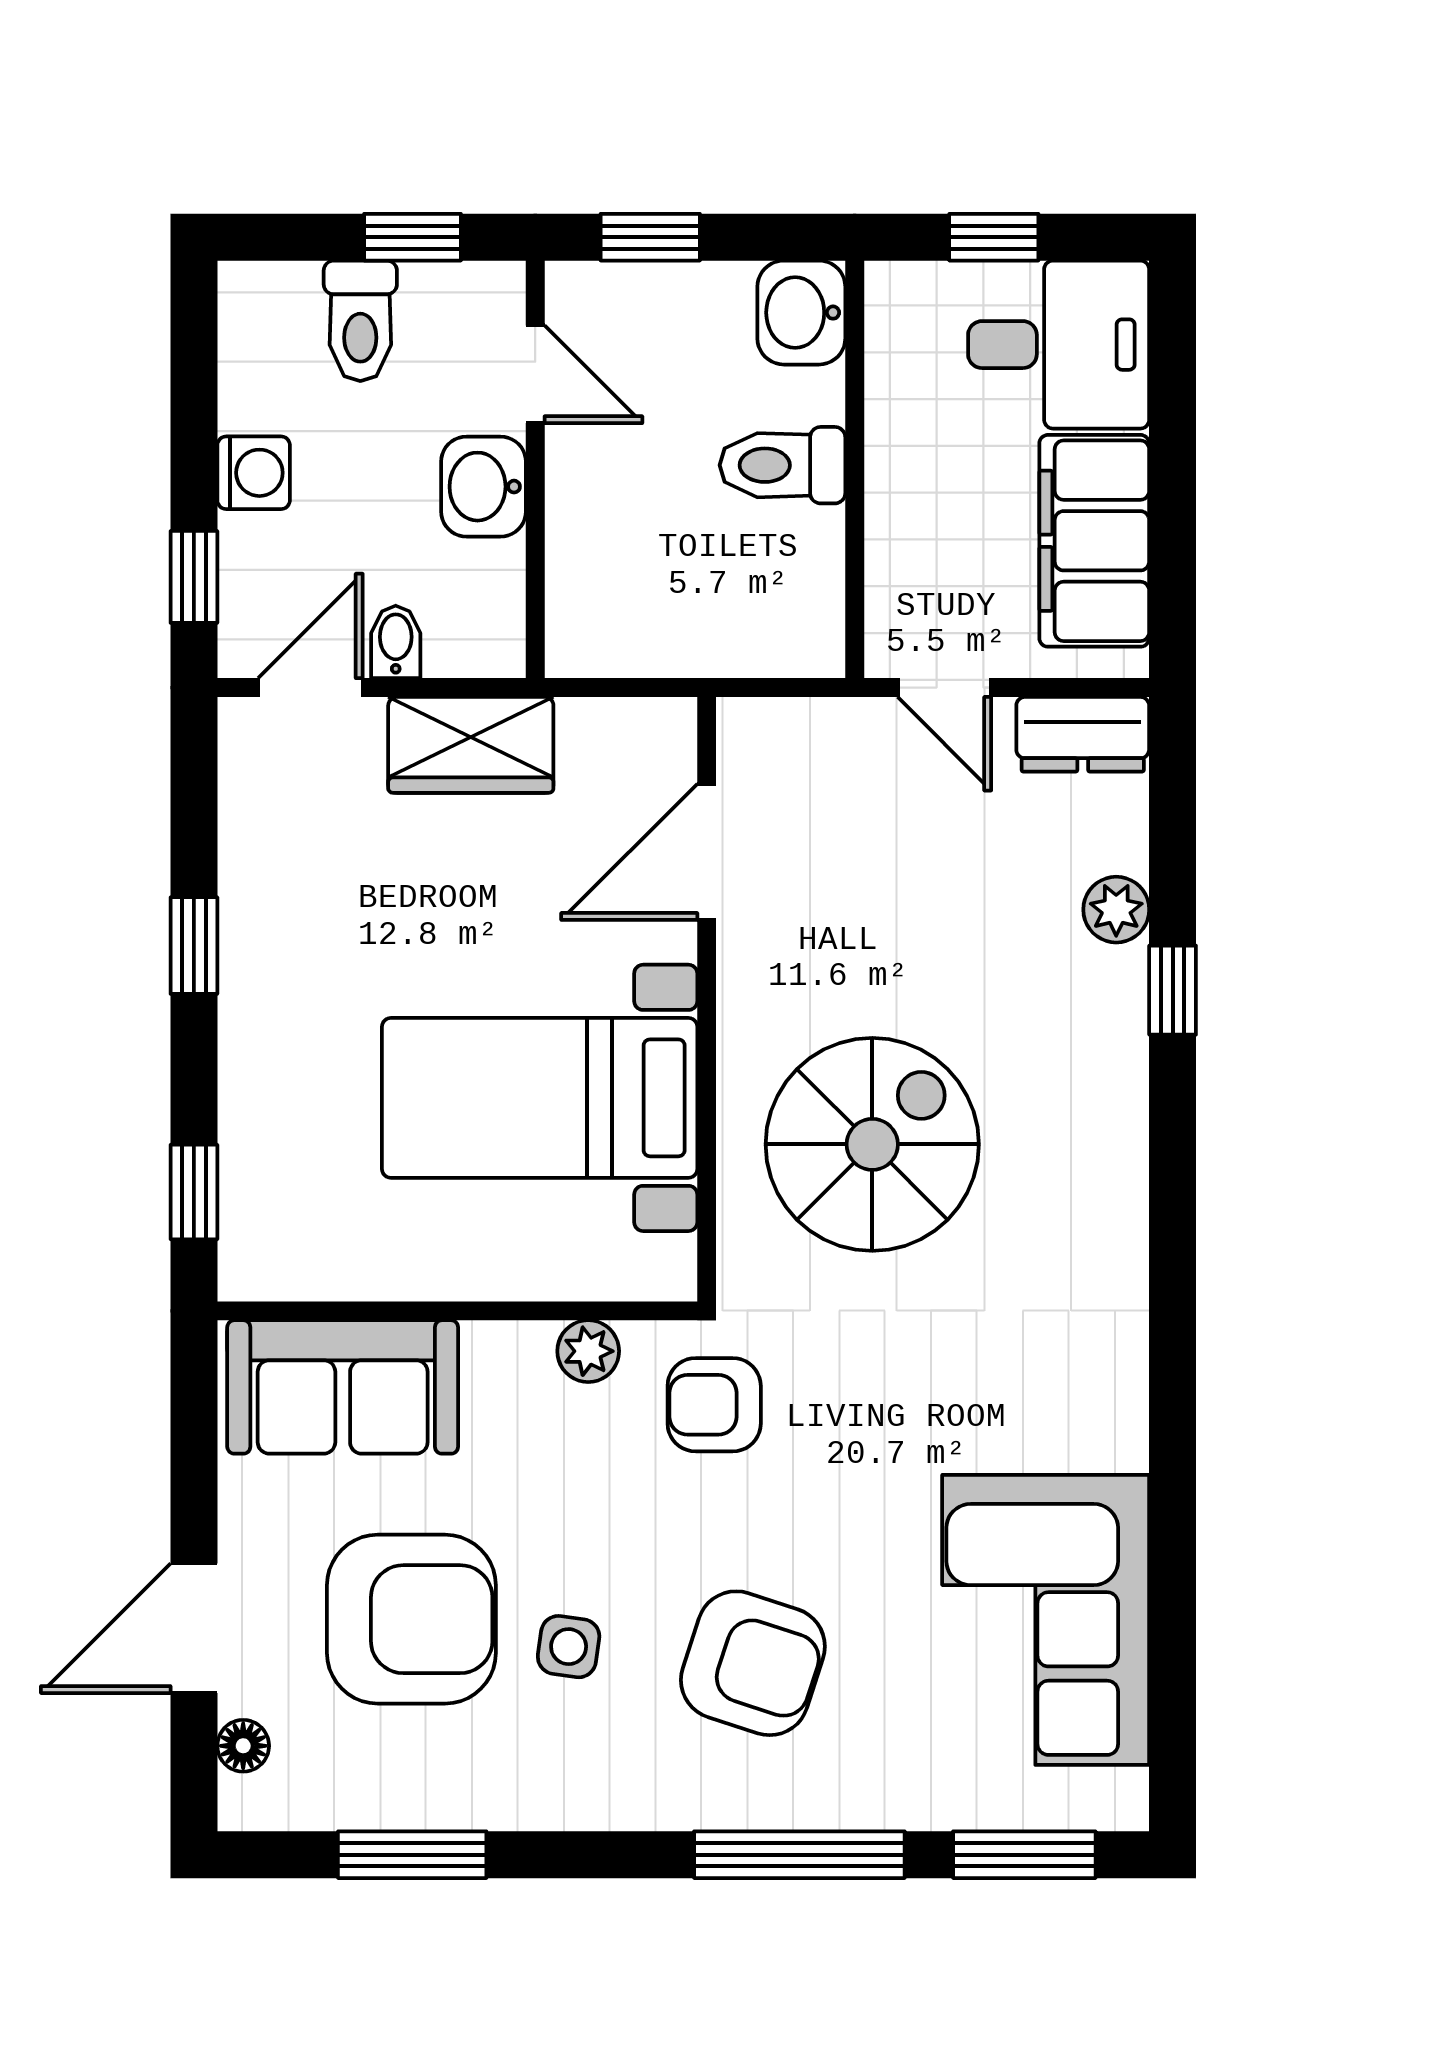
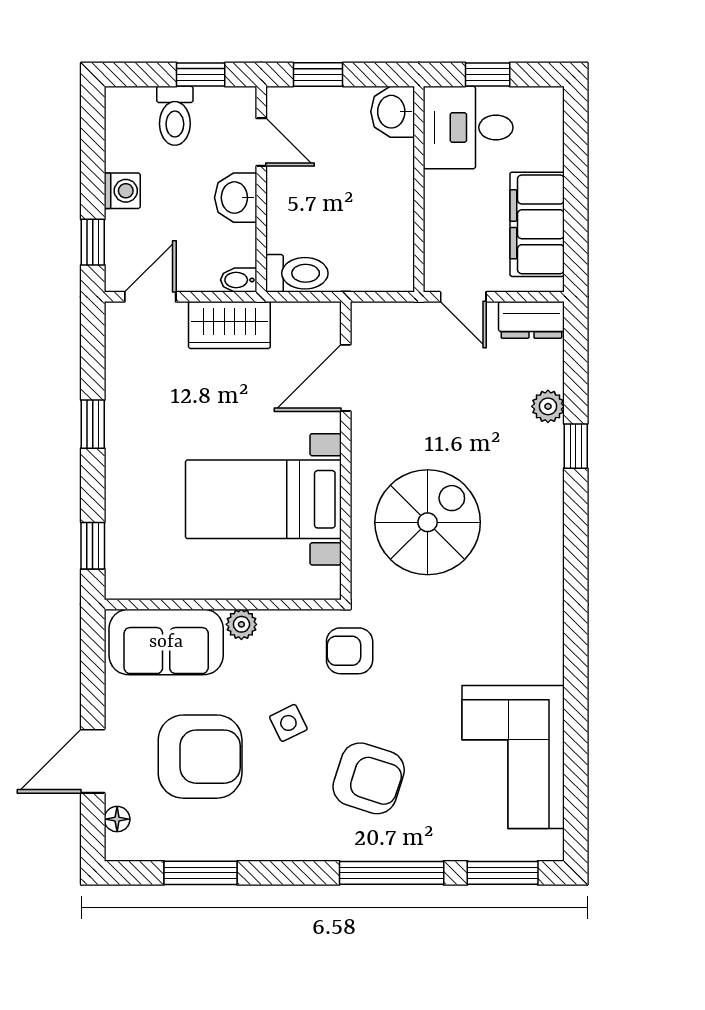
desk: (1059, 345) -> (468, 127), moved, turned 180
toilet: (782, 465) -> (297, 273), moved, turned 180
bidet: (396, 642) -> (239, 280), moved, turned -90
plant: (588, 1351) -> (241, 624), moved
side table: (569, 1647) -> (288, 723), moved, turned -34

